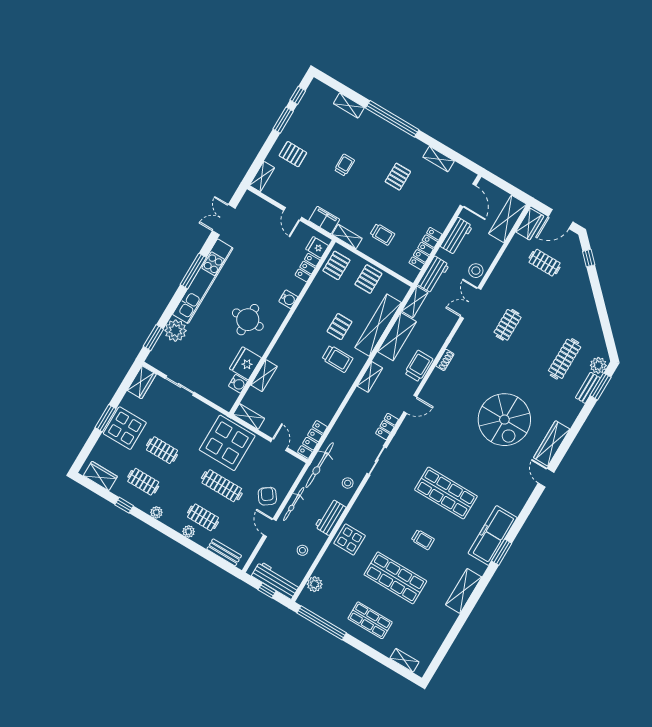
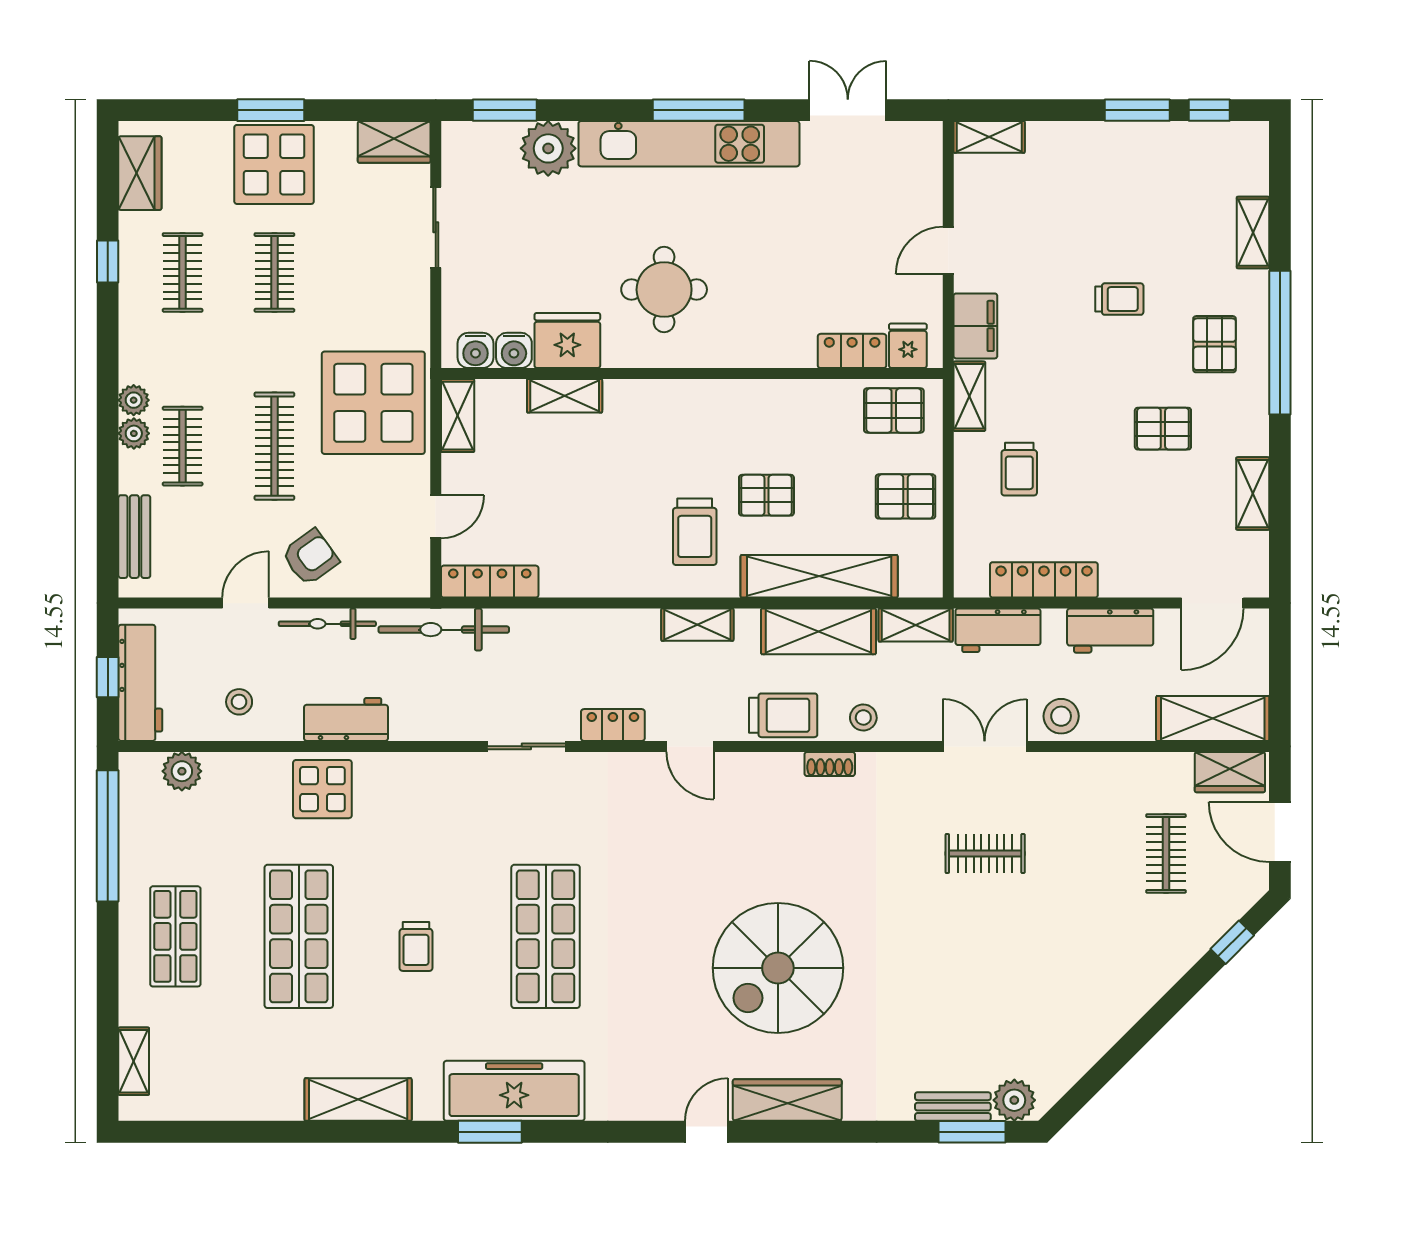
pallet: (293, 154) -> (1215, 344), moved
water cooler: (288, 299) -> (476, 350), moved
clothes rail: (565, 359) -> (985, 1019), removed
stool: (348, 483) -> (863, 717), moved
plant: (156, 512) -> (134, 400), moved

